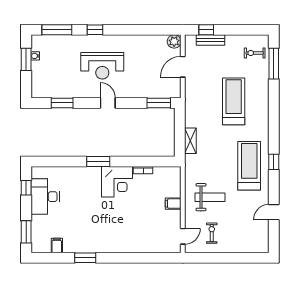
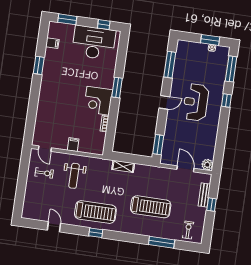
window: (206, 30) -> (212, 205), moved
window: (274, 64) -> (162, 242), moved
window: (62, 103) -> (170, 65), width x1.44
desk: (45, 197) -> (94, 43), width x1.36, depth x1.30

